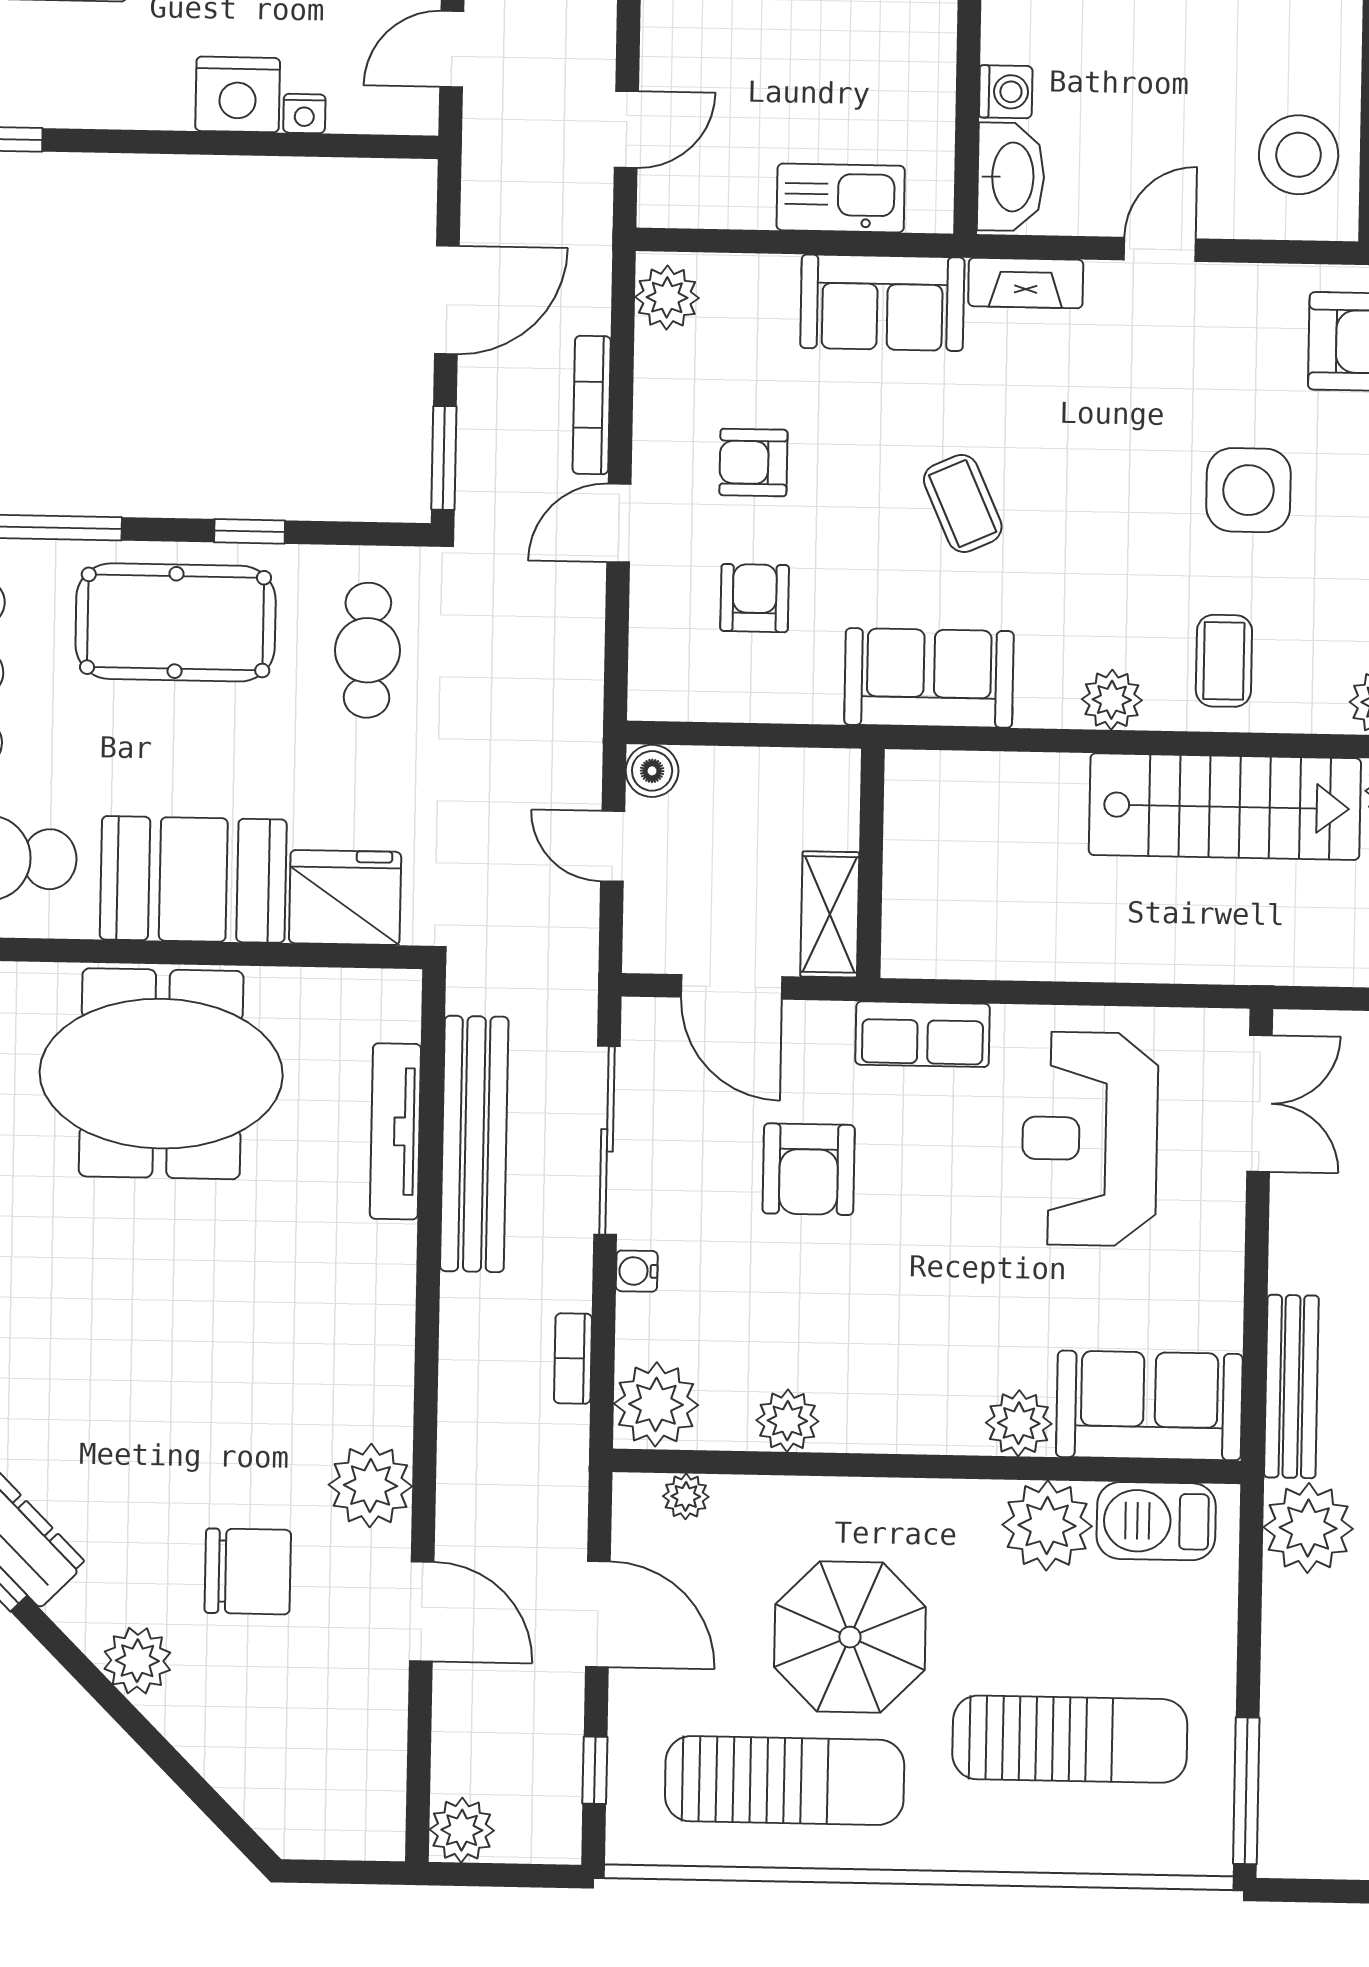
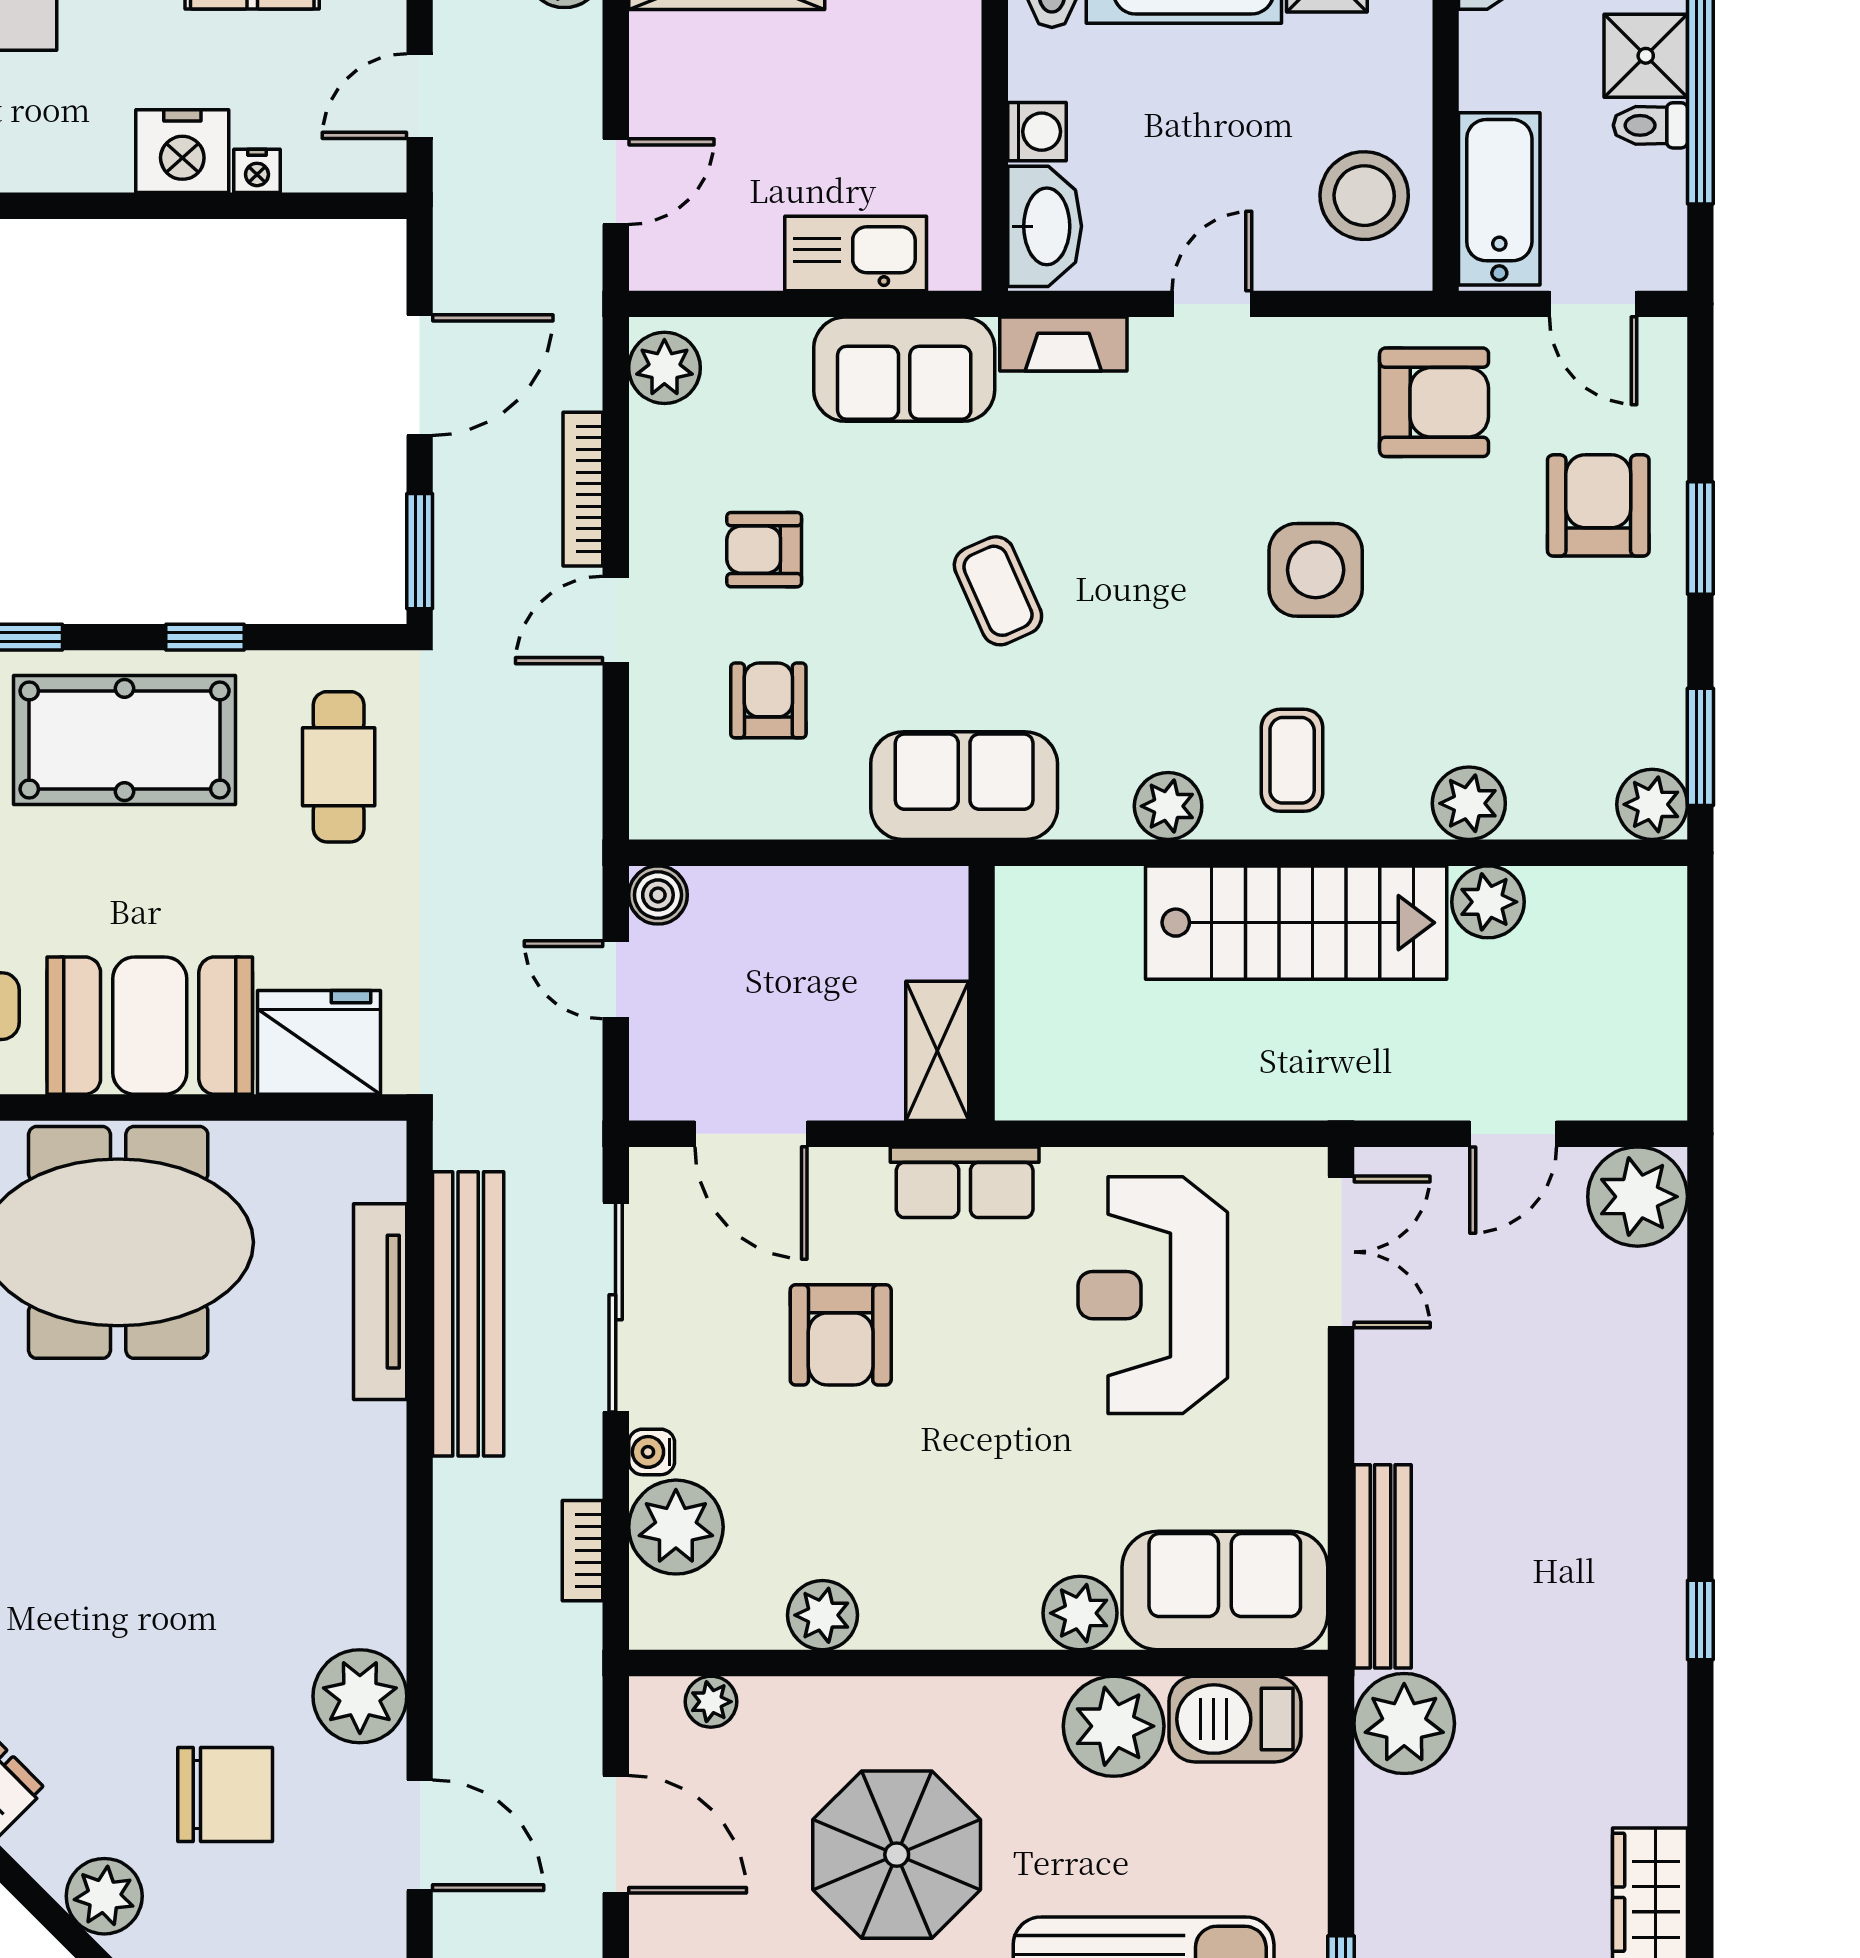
wall: (871, 863) -> (982, 993), moved
shelving: (830, 914) -> (937, 1051), moved
plant: (656, 1404) -> (676, 1527), moved

